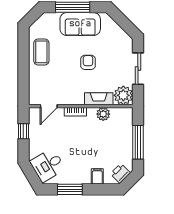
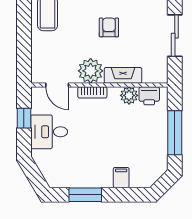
plant: (123, 95) -> (91, 71), moved
door: (49, 106) -> (57, 85), hinge flipped
desk: (48, 165) -> (49, 132), moved, turned 31
printer: (120, 173) -> (149, 96), moved, turned -135

